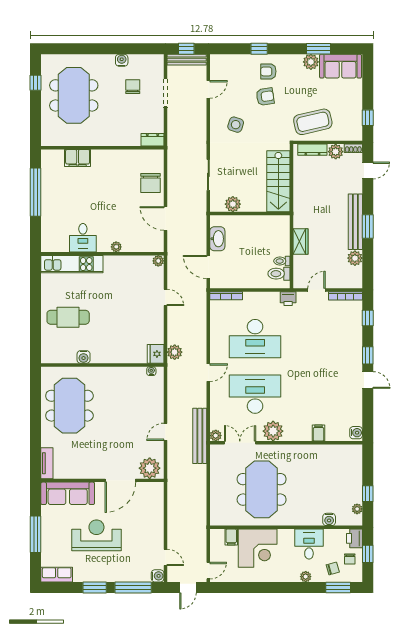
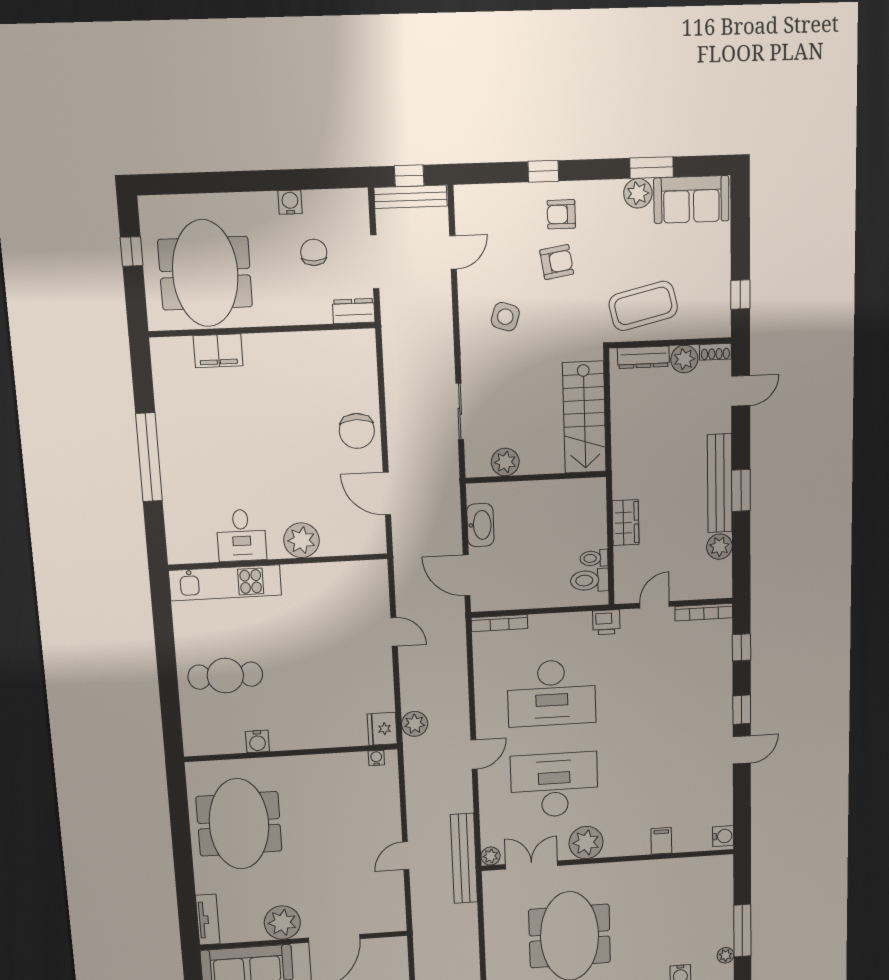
dresser: (153, 140) -> (354, 311), moved
wall: (102, 148) -> (262, 330), moved
filing cabinet: (78, 158) -> (218, 351), moved
plant: (116, 247) -> (301, 540), width x1.88, depth x1.88
plant: (158, 261) -> (378, 569), removed
door: (368, 380) -> (742, 750), hinge flipped
plant: (150, 468) -> (282, 923), moved
window: (368, 494) -> (742, 931), width x2.17

